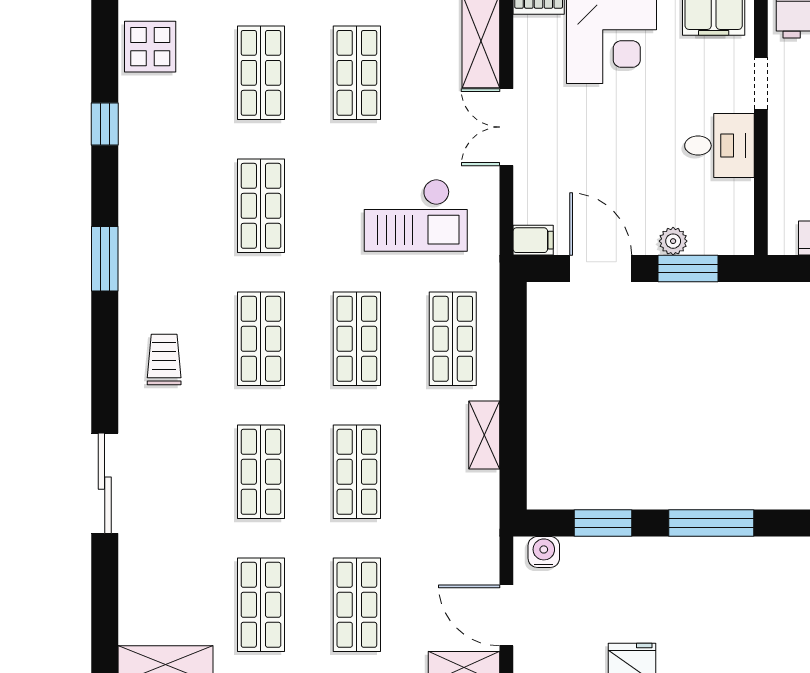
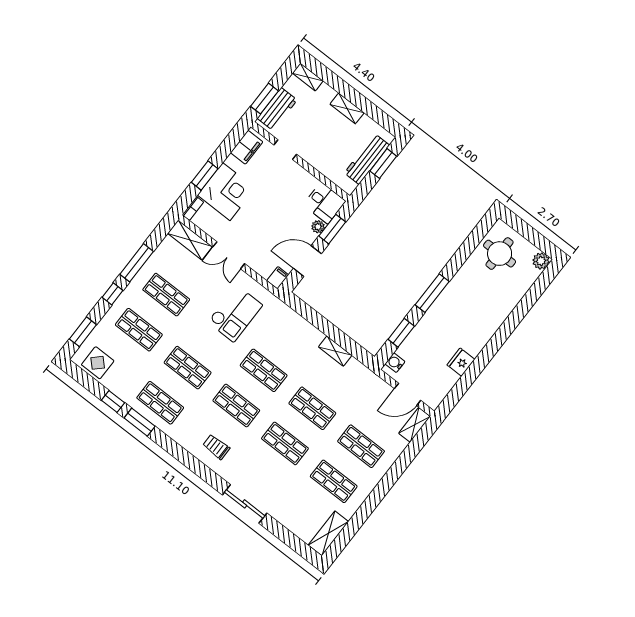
desk: (719, 146) -> (324, 203), moved, turned 90
window: (105, 259) -> (140, 422), moved
shop shelf: (453, 339) -> (160, 403), moved

